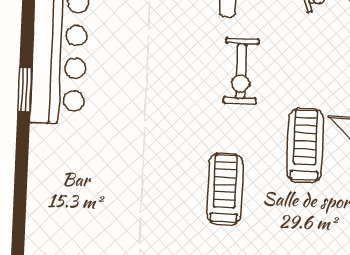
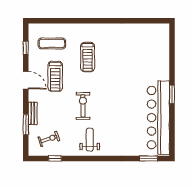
exercise mat: (310, 225) -> (52, 43), added

